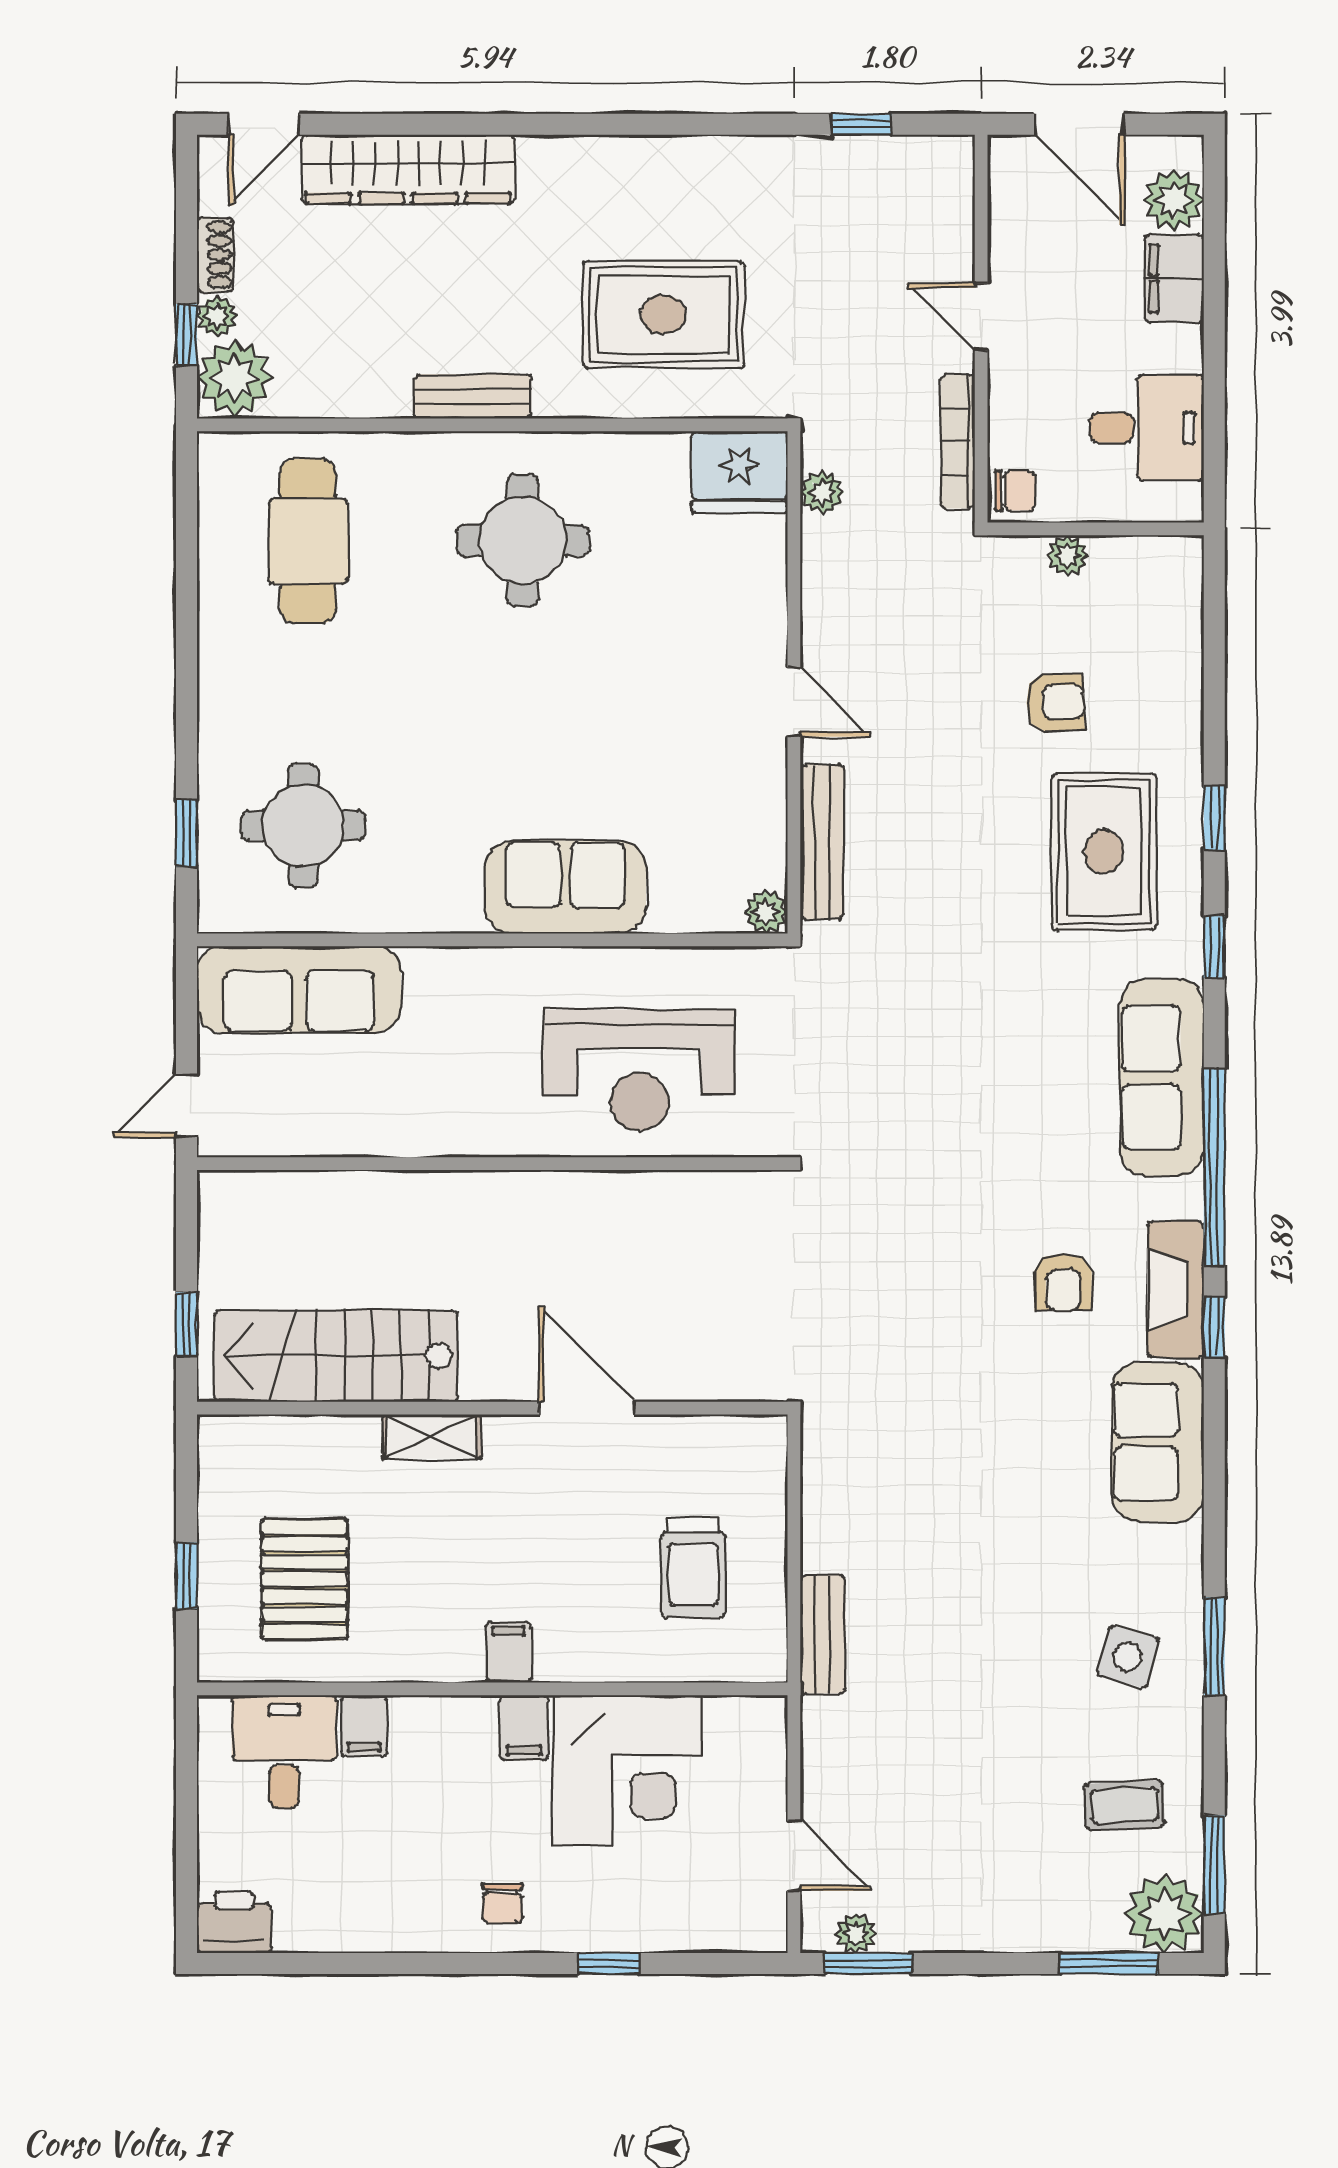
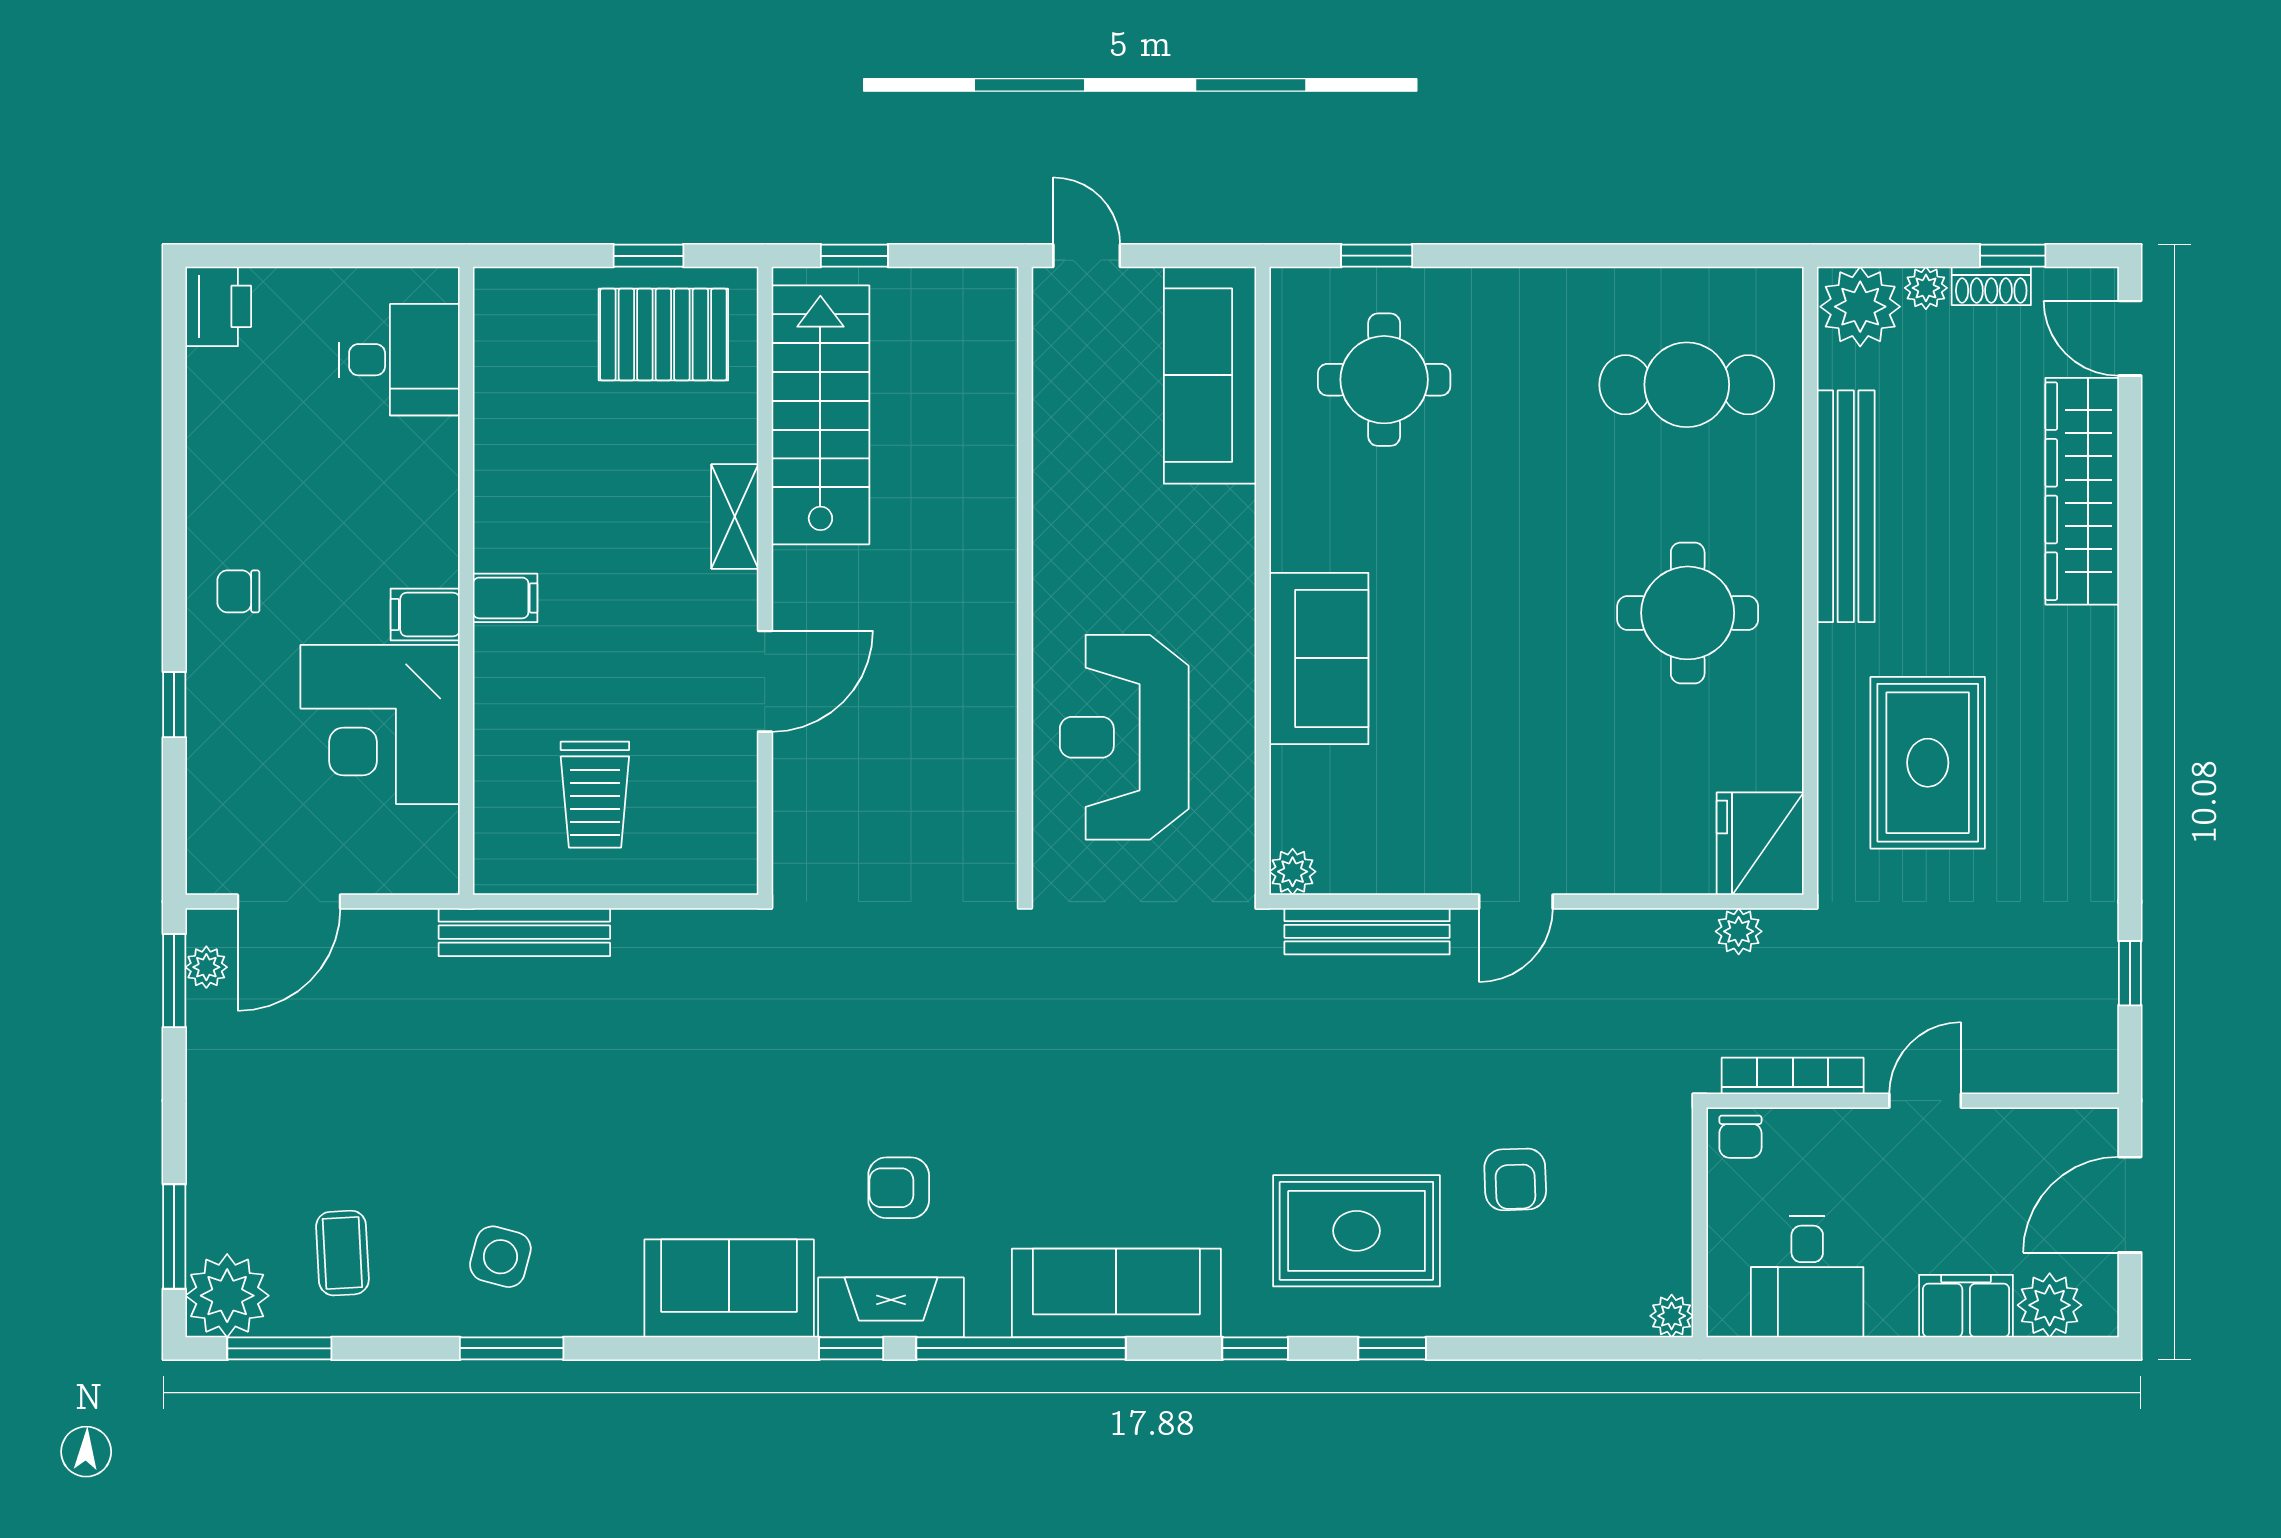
window: (186, 335) -> (2013, 256), moved
bench: (473, 396) -> (1846, 506), width x1.86, depth x1.21
plant: (1068, 555) -> (1672, 1316), moved
trolley: (693, 1568) -> (595, 795), turned -90
window: (186, 1576) -> (648, 256), moved
pallet: (304, 1579) -> (663, 335), moved
bench: (823, 1634) -> (524, 932), width x1.36
filing cabinet: (364, 1726) -> (427, 444), removed
door: (794, 1856) -> (289, 902), width x1.38

